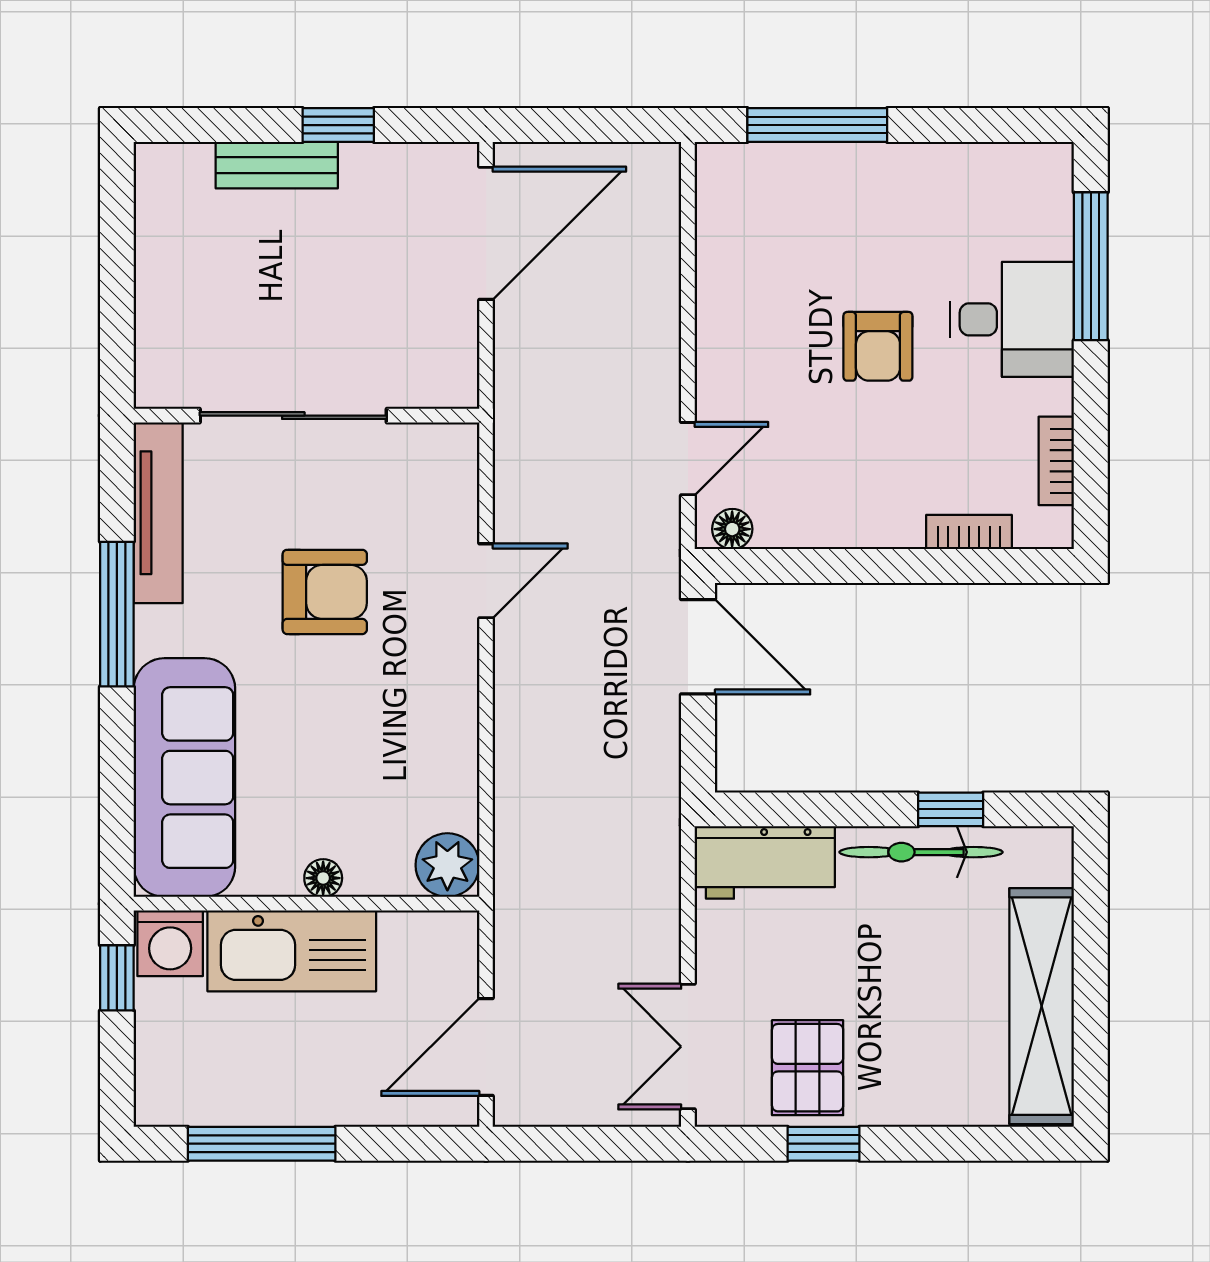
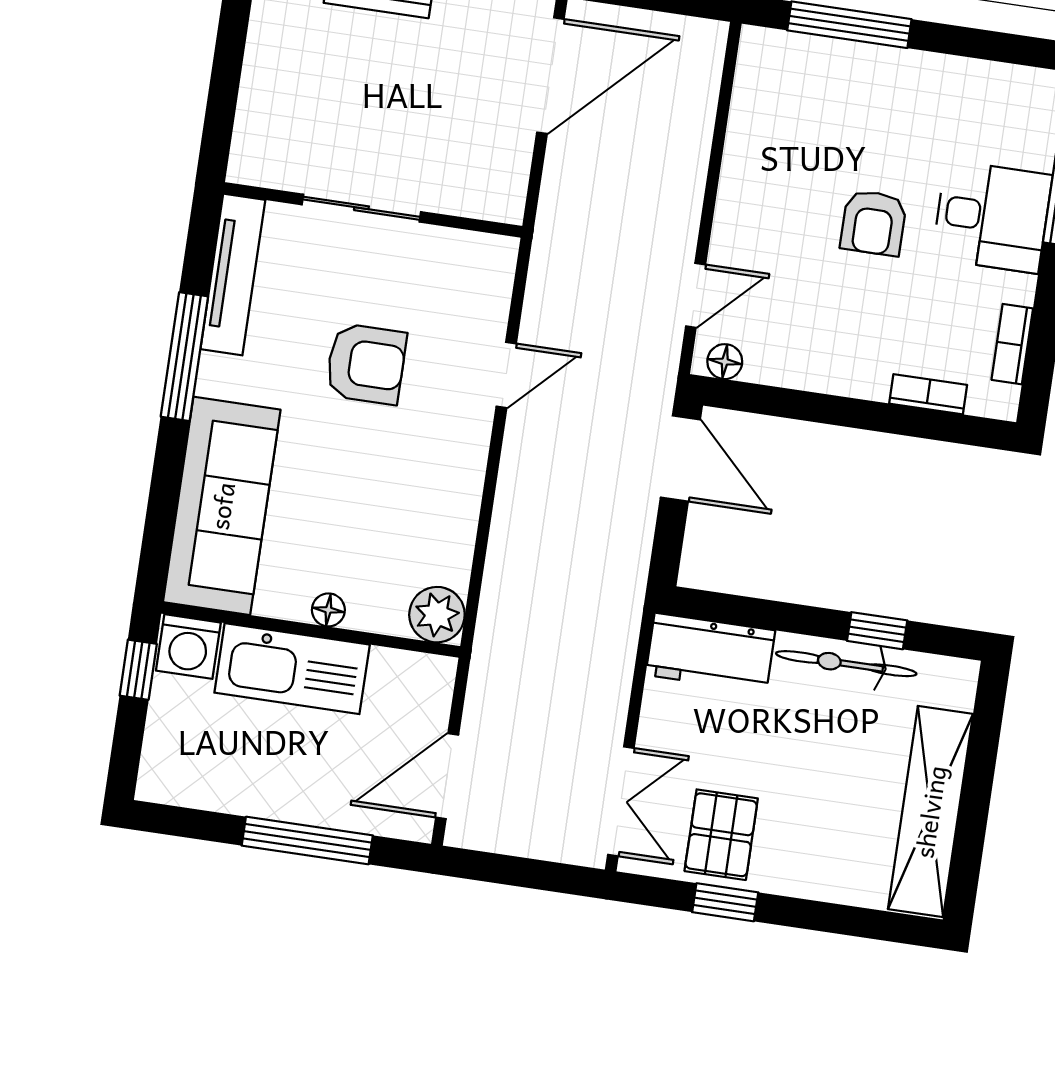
sliding door: (293, 416) -> (361, 208), width x0.73
double door: (688, 1047) -> (621, 801), swing flipped
window: (262, 1144) -> (307, 841), moved

